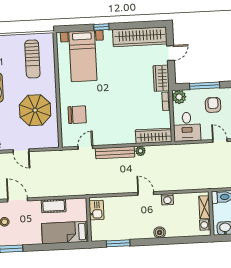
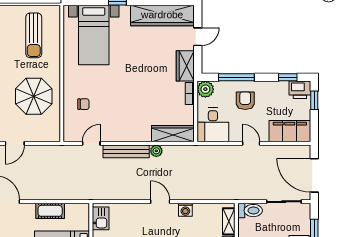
chair: (77, 115) -> (83, 104), width x0.54, depth x0.54
door: (21, 151) -> (15, 143), hinge flipped

